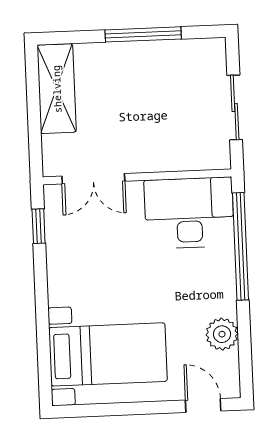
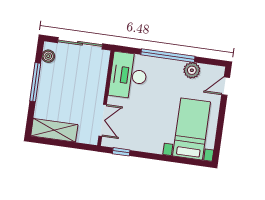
boiler: (198, 50) -> (48, 56), added
sliding door: (235, 107) -> (80, 43), width x1.37
window: (241, 246) -> (168, 56), moved

